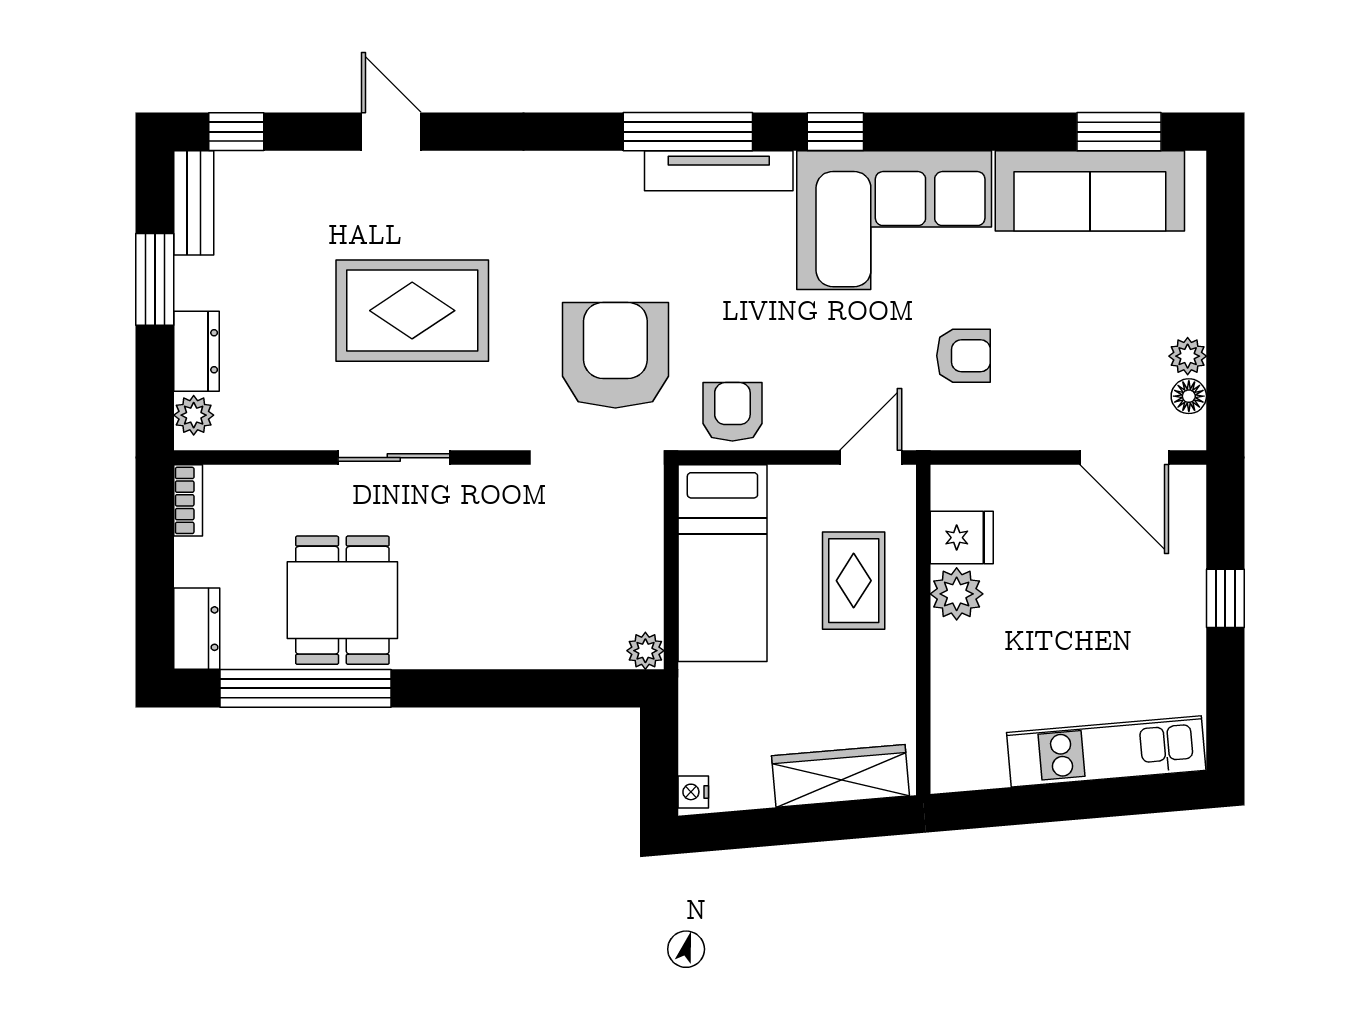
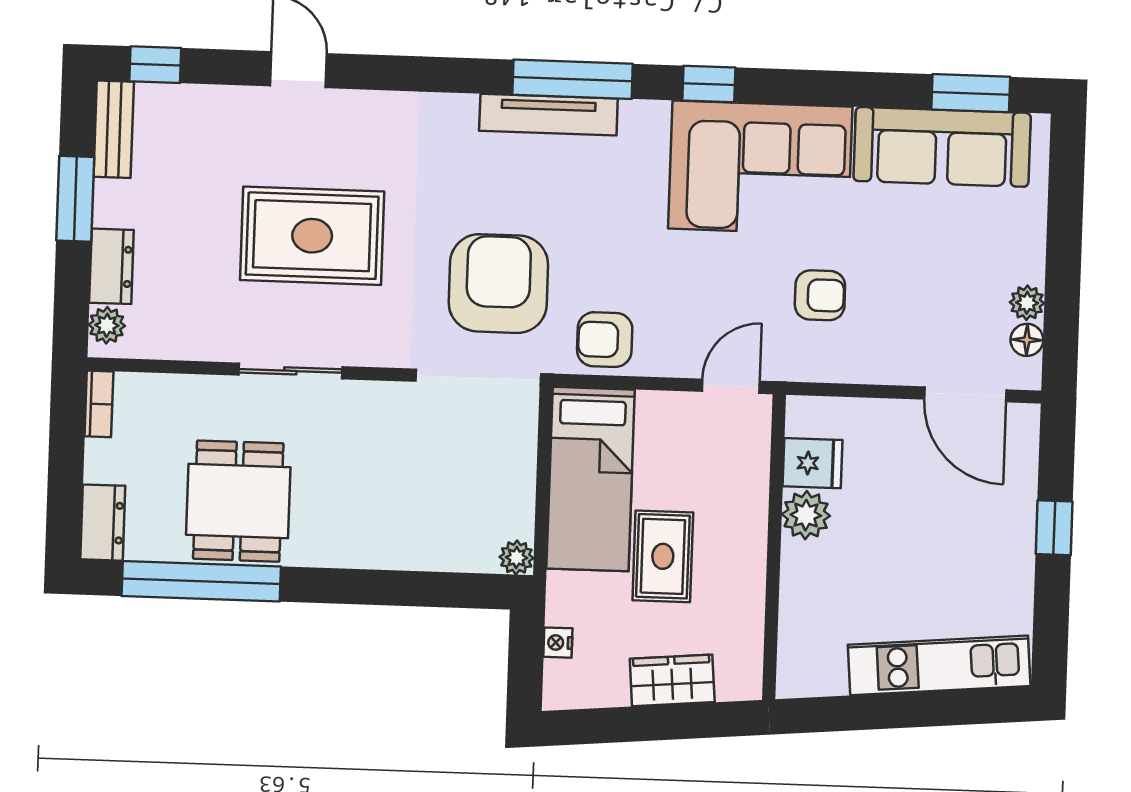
tv unit: (719, 171) -> (548, 115), moved
armchair: (732, 412) -> (605, 340), turned -90
rug: (854, 581) -> (663, 556), moved
wardrobe: (840, 776) -> (672, 680), width x0.67
nightstand: (693, 792) -> (558, 643), moved

